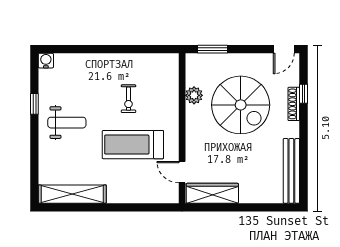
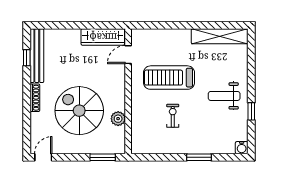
window: (97, 49) -> (199, 157), added
window: (304, 94) -> (27, 58), moved
shoe rack: (294, 104) -> (35, 98), moved
treadmill: (133, 145) -> (169, 78), turned 180
door: (182, 172) -> (128, 55), swing flipped

